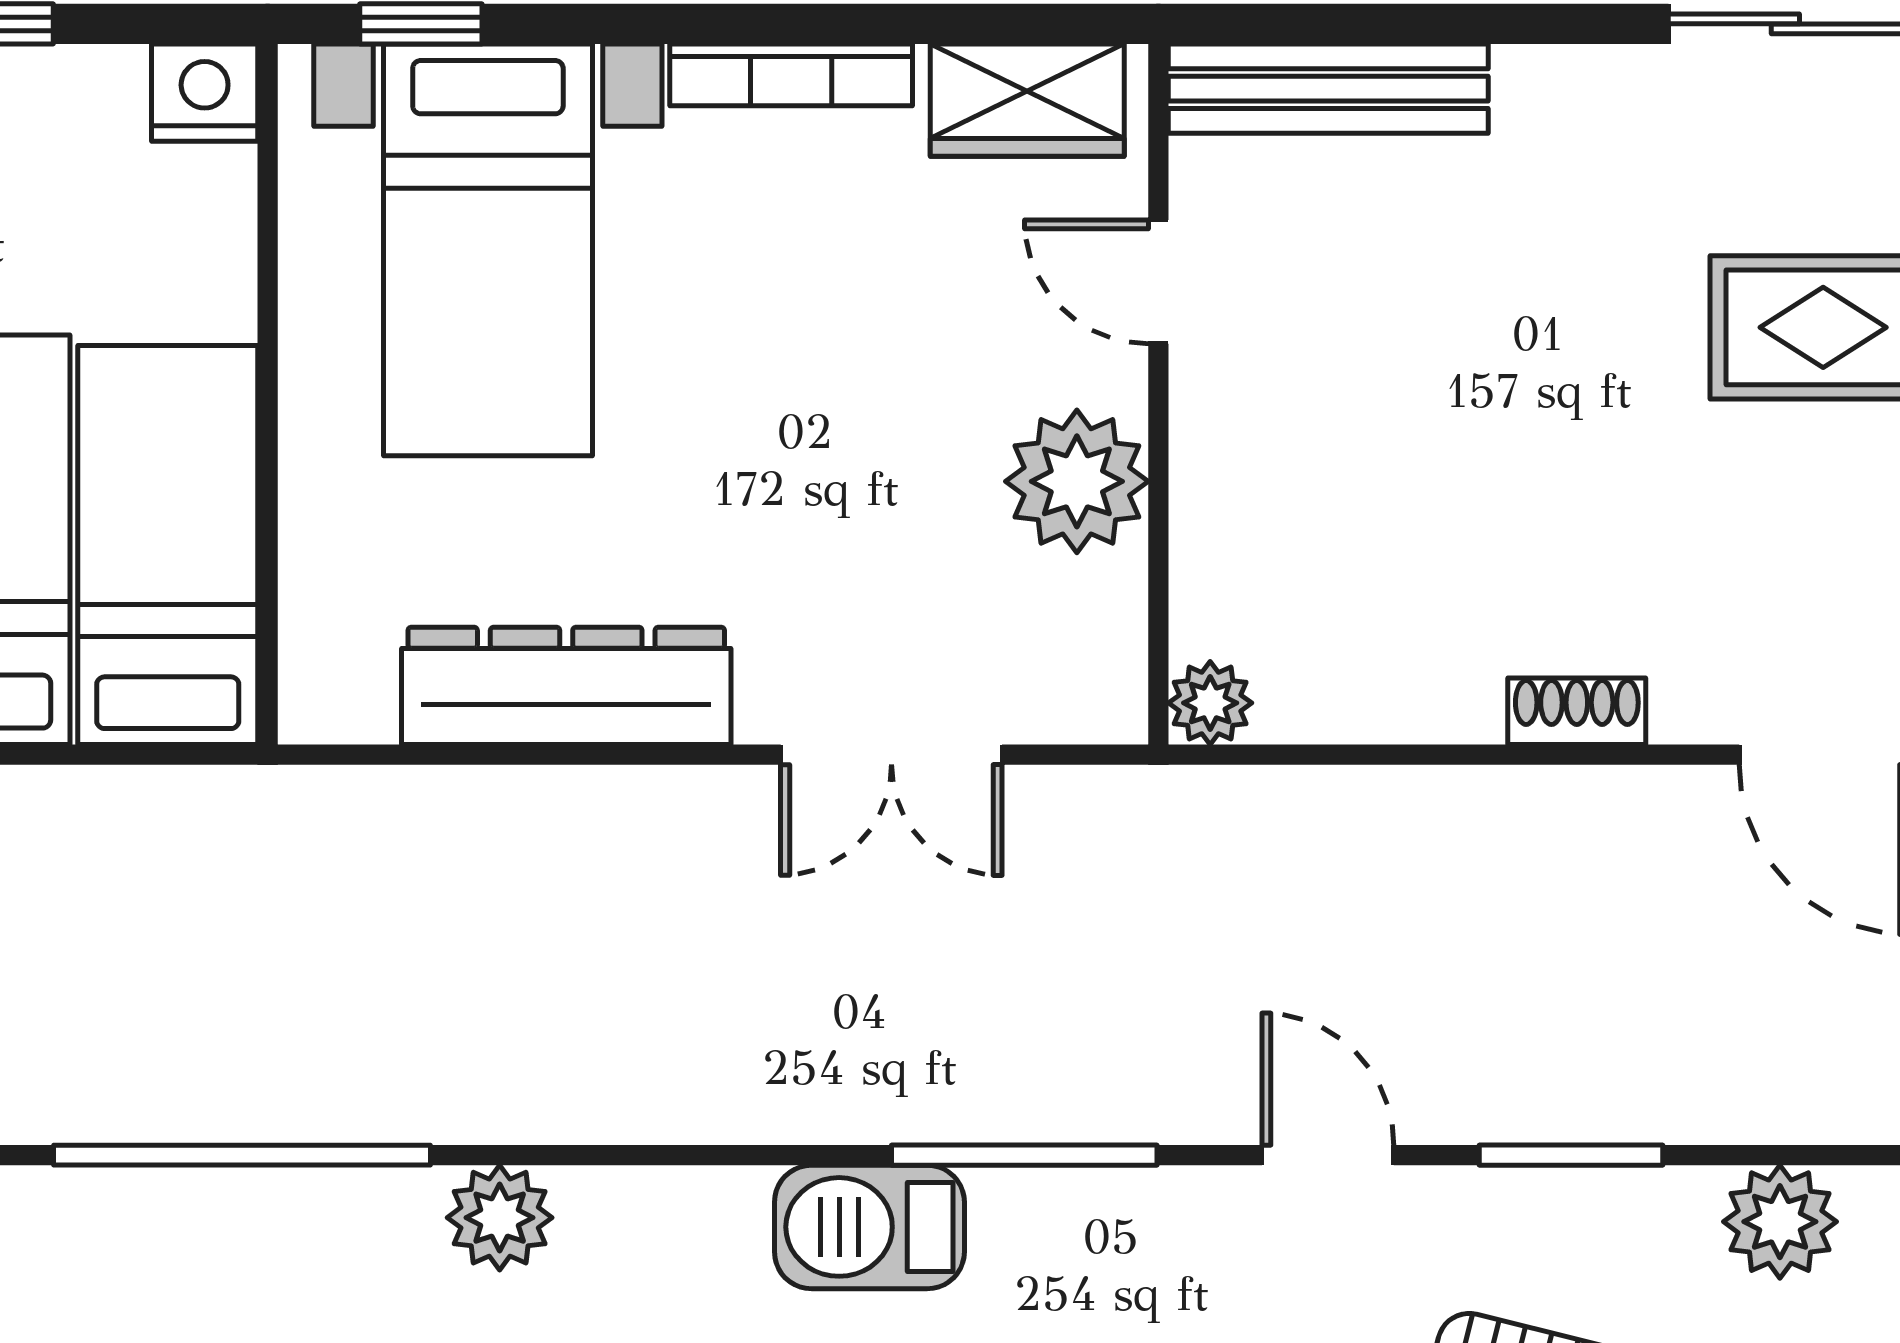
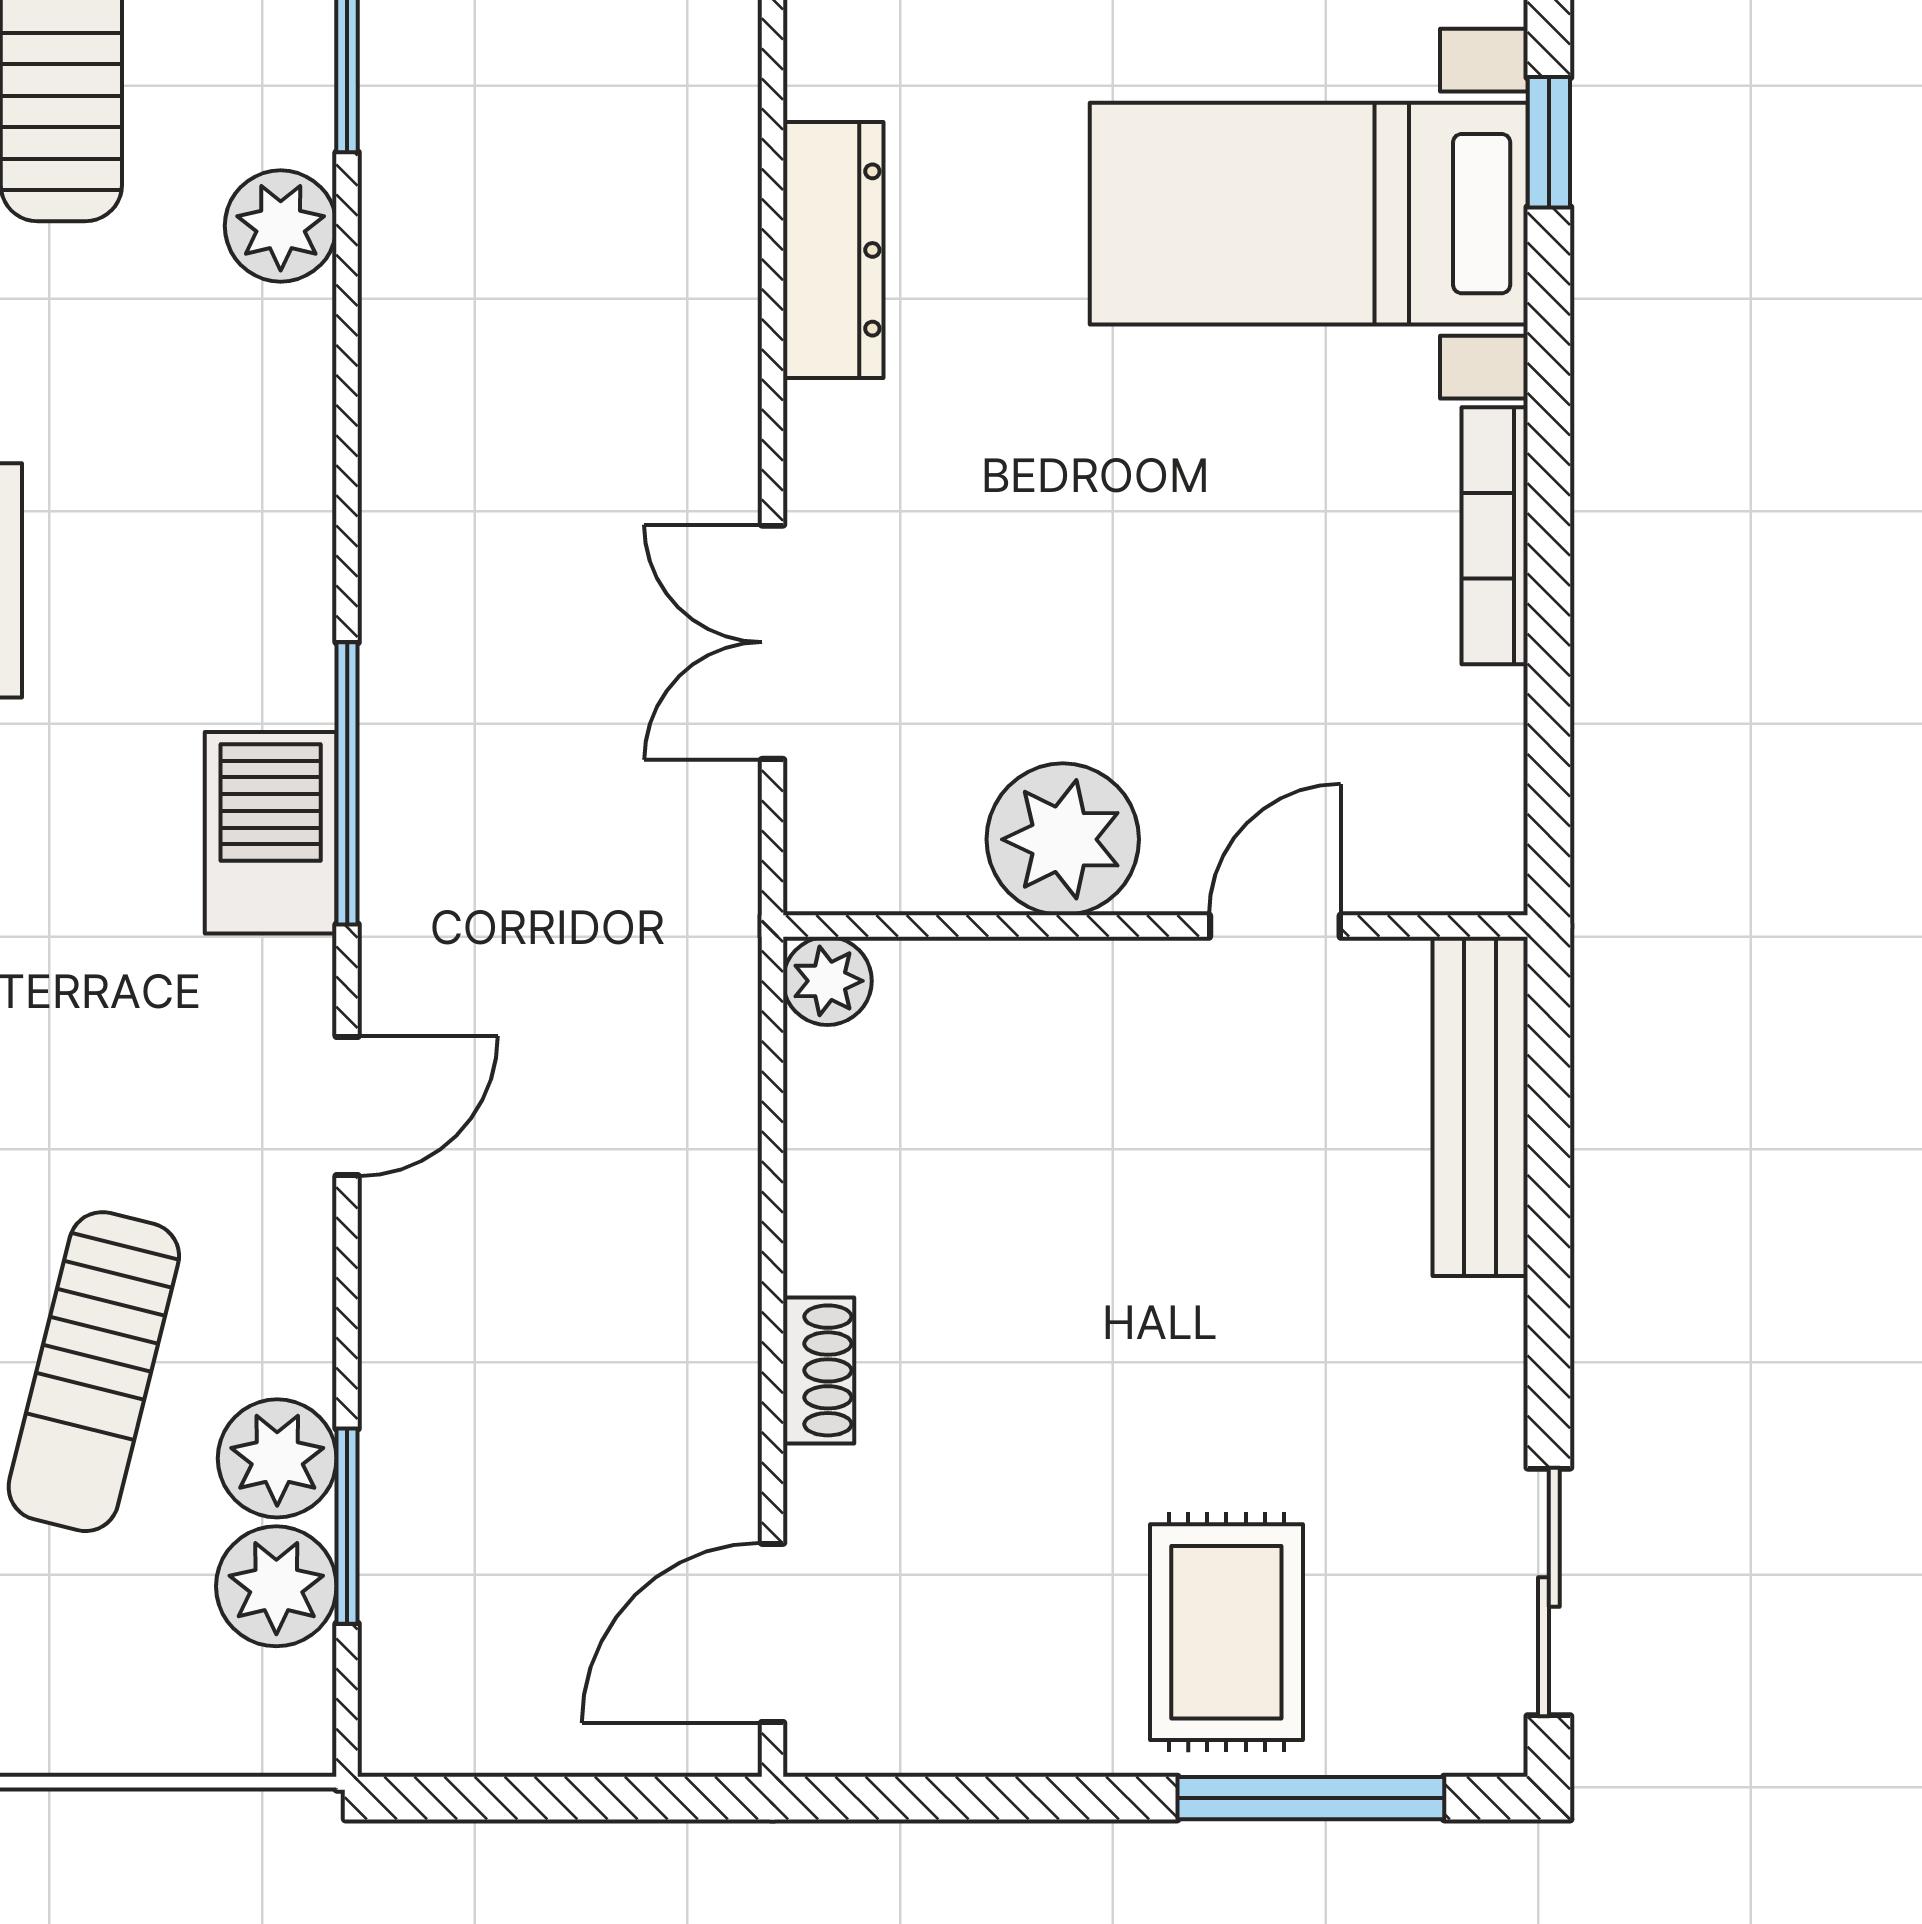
wardrobe: (1027, 100) -> (1468, 786), removed
dresser: (566, 686) -> (833, 250), width x0.73, depth x0.80
window: (1571, 1155) -> (347, 1526), moved
plant: (1660, 1221) -> (277, 1458), added
barbecue: (869, 1227) -> (271, 833), moved

